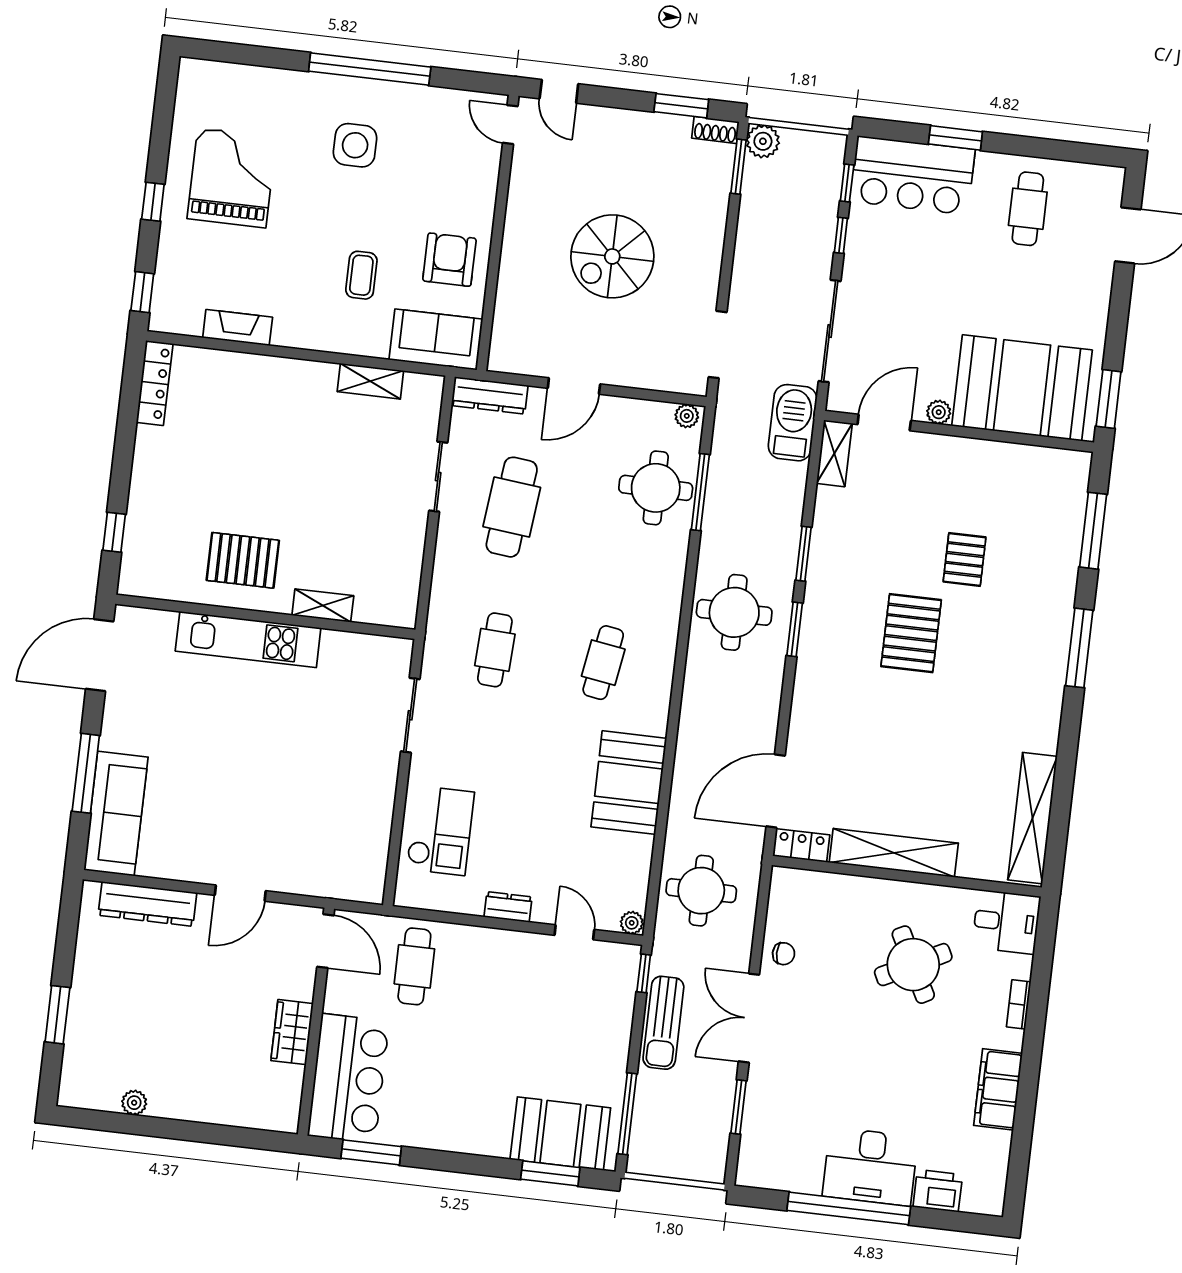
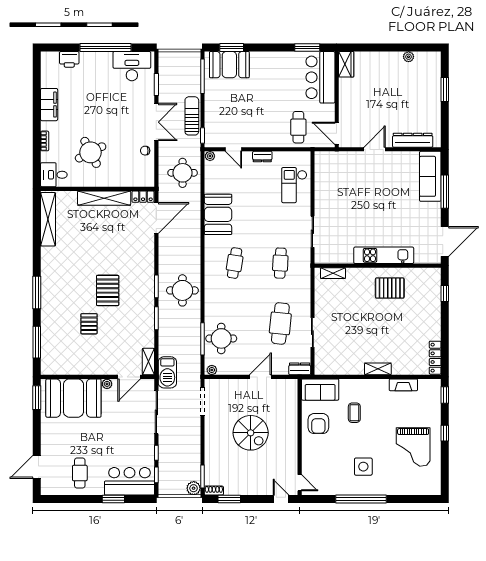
spiral stairs: (612, 256) -> (251, 433), turned 90
shelving: (370, 381) -> (378, 369), moved
dresser: (490, 395) -> (300, 369), width x0.70
shelving: (323, 606) -> (333, 273), moved
wardrobe: (292, 1032) -> (346, 64), moved
desk: (870, 1167) -> (132, 66), moved

